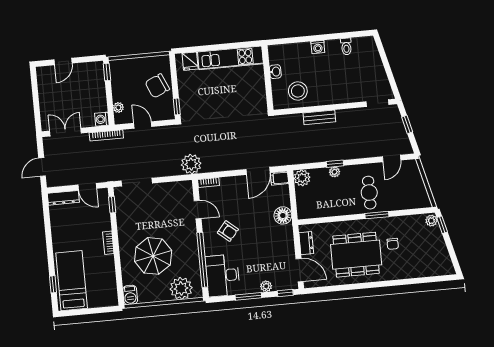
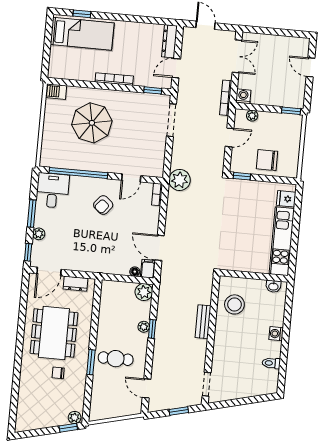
washbasin: (275, 72) -> (273, 286), moved
chair: (157, 86) -> (267, 160), turned -66
floor lamp: (283, 215) -> (135, 272), moved, width x0.53, depth x0.53
bookcase: (108, 243) -> (114, 79), width x1.56
desk: (223, 275) -> (52, 190), width x0.73
plant: (181, 288) -> (53, 145), removed

